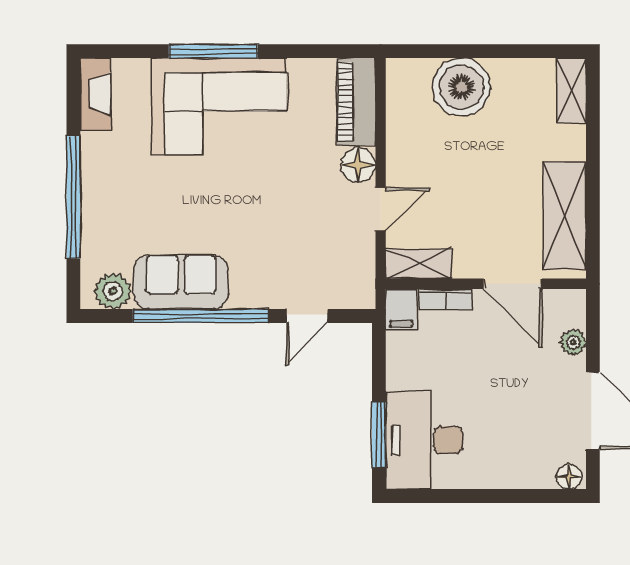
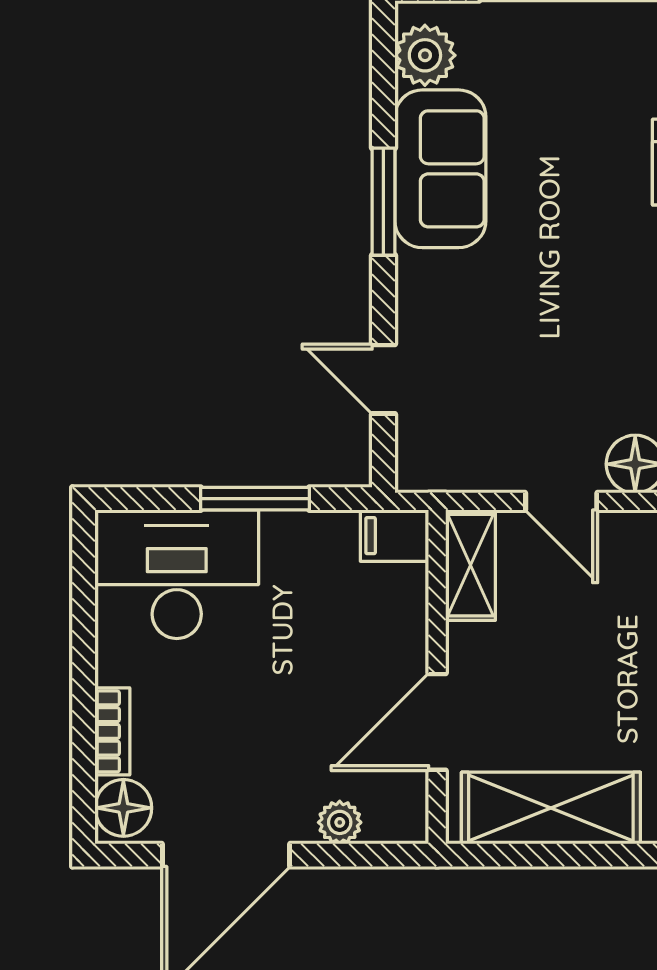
bookcase: (445, 299) -> (112, 731), moved, turned 180
window: (201, 316) -> (383, 202), width x0.47
window: (379, 435) -> (255, 499), moved
floor lamp: (569, 477) -> (123, 808), width x1.37, depth x1.37

